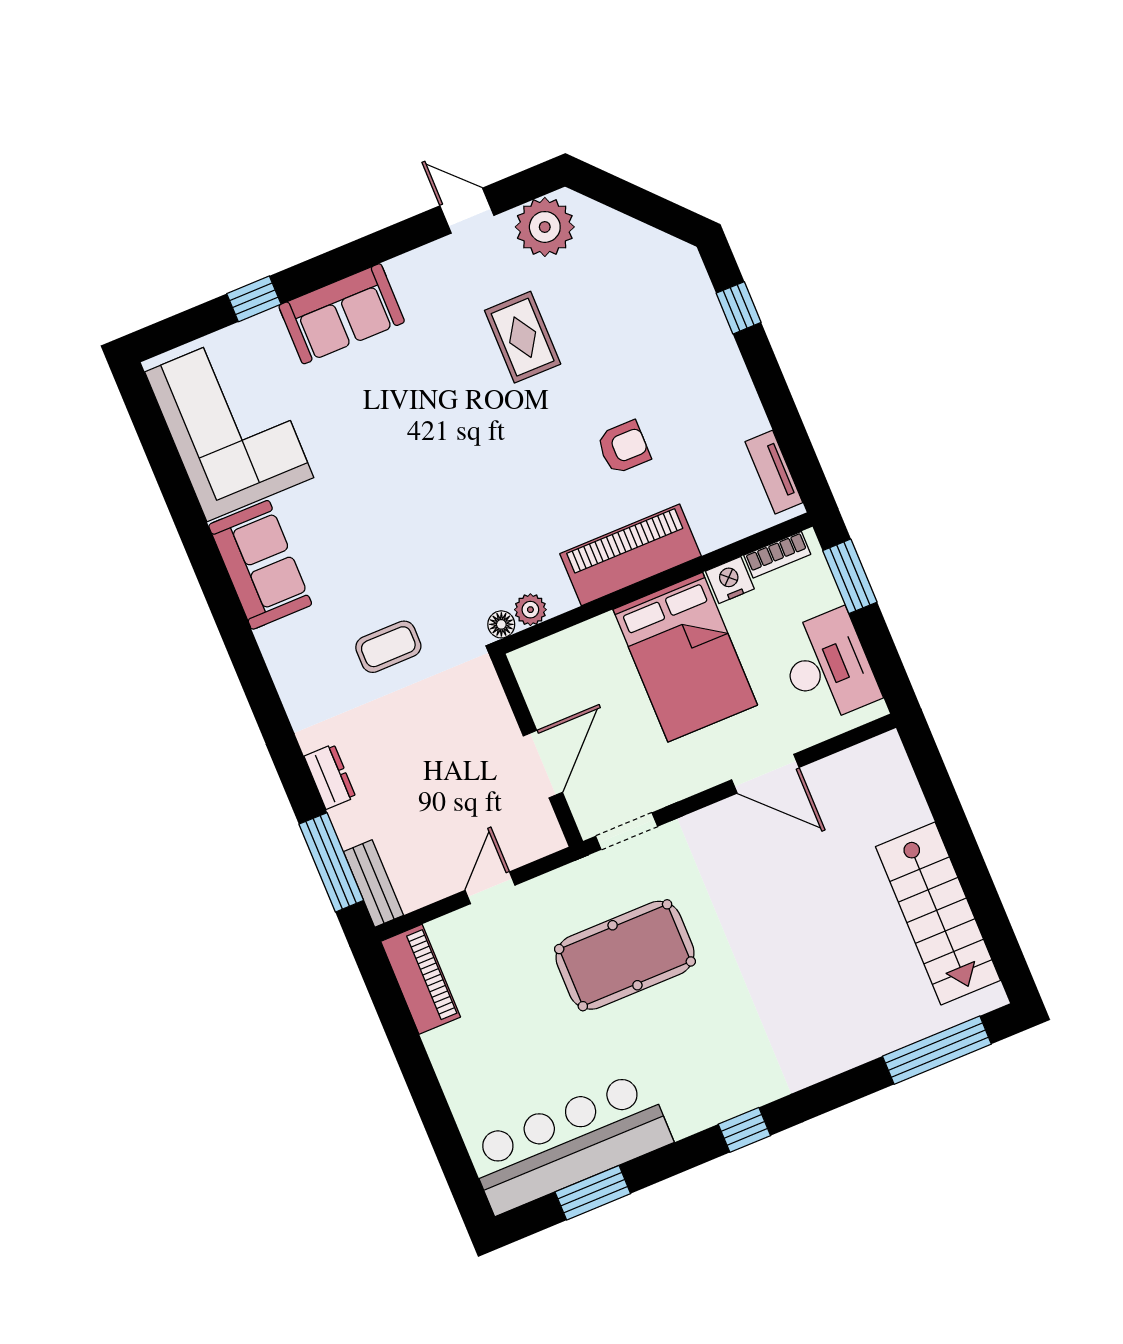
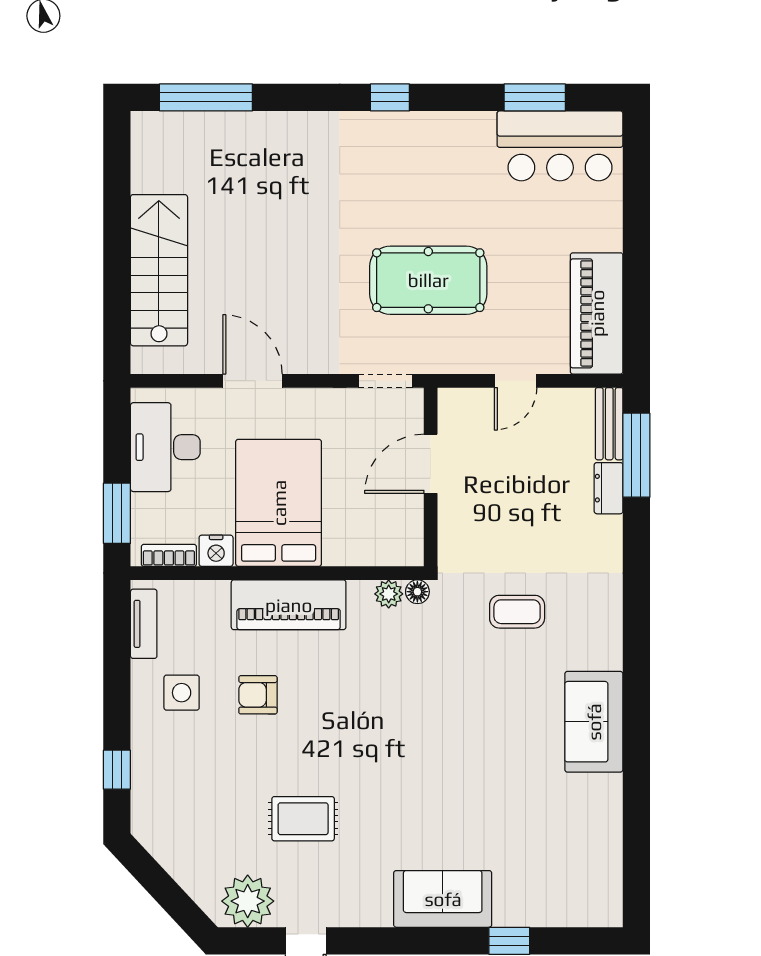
rug: (523, 337) -> (303, 819), turned 90
side table: (704, 417) -> (182, 693), added
corner sofa: (229, 425) -> (572, 846), removed
dresser: (330, 777) -> (609, 488), moved
stairs: (938, 914) -> (159, 270), moved
piano: (421, 979) -> (597, 313), width x1.37, depth x1.33
bar counter: (569, 1143) -> (560, 146), width x0.73

